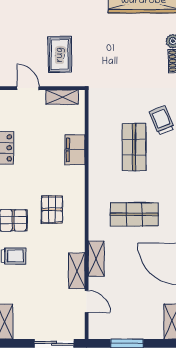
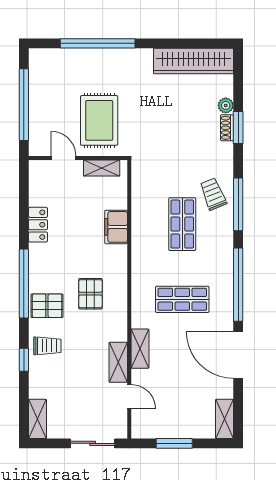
rug: (60, 55) -> (99, 120), width x1.36, depth x1.43

